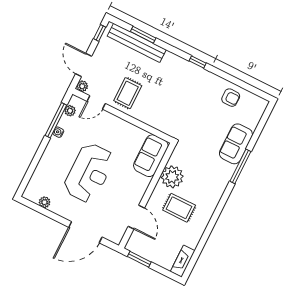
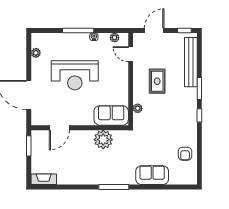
window: (143, 35) -> (199, 89), moved
plant: (82, 86) -> (138, 108), moved
rug: (128, 93) -> (157, 81), moved, turned 90
window: (56, 120) -> (78, 31), moved
window: (240, 166) -> (114, 187), moved
rug: (179, 208) -> (83, 156), removed

